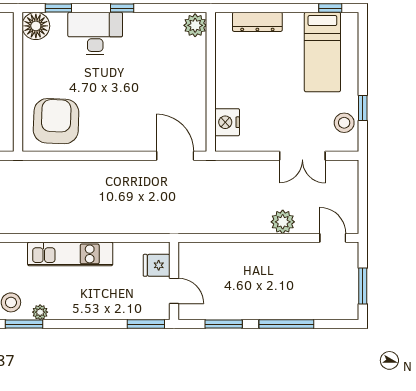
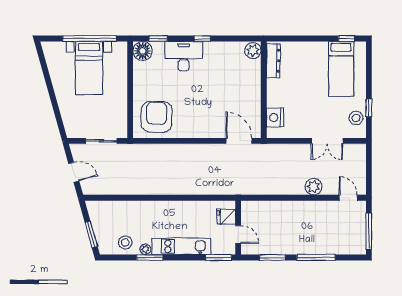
dresser: (257, 22) -> (273, 61), moved, turned -90
kitchen unit: (70, 254) -> (181, 246), moved, turned 180
window: (363, 286) -> (369, 231), width x1.44
window: (24, 324) -> (150, 257), moved

